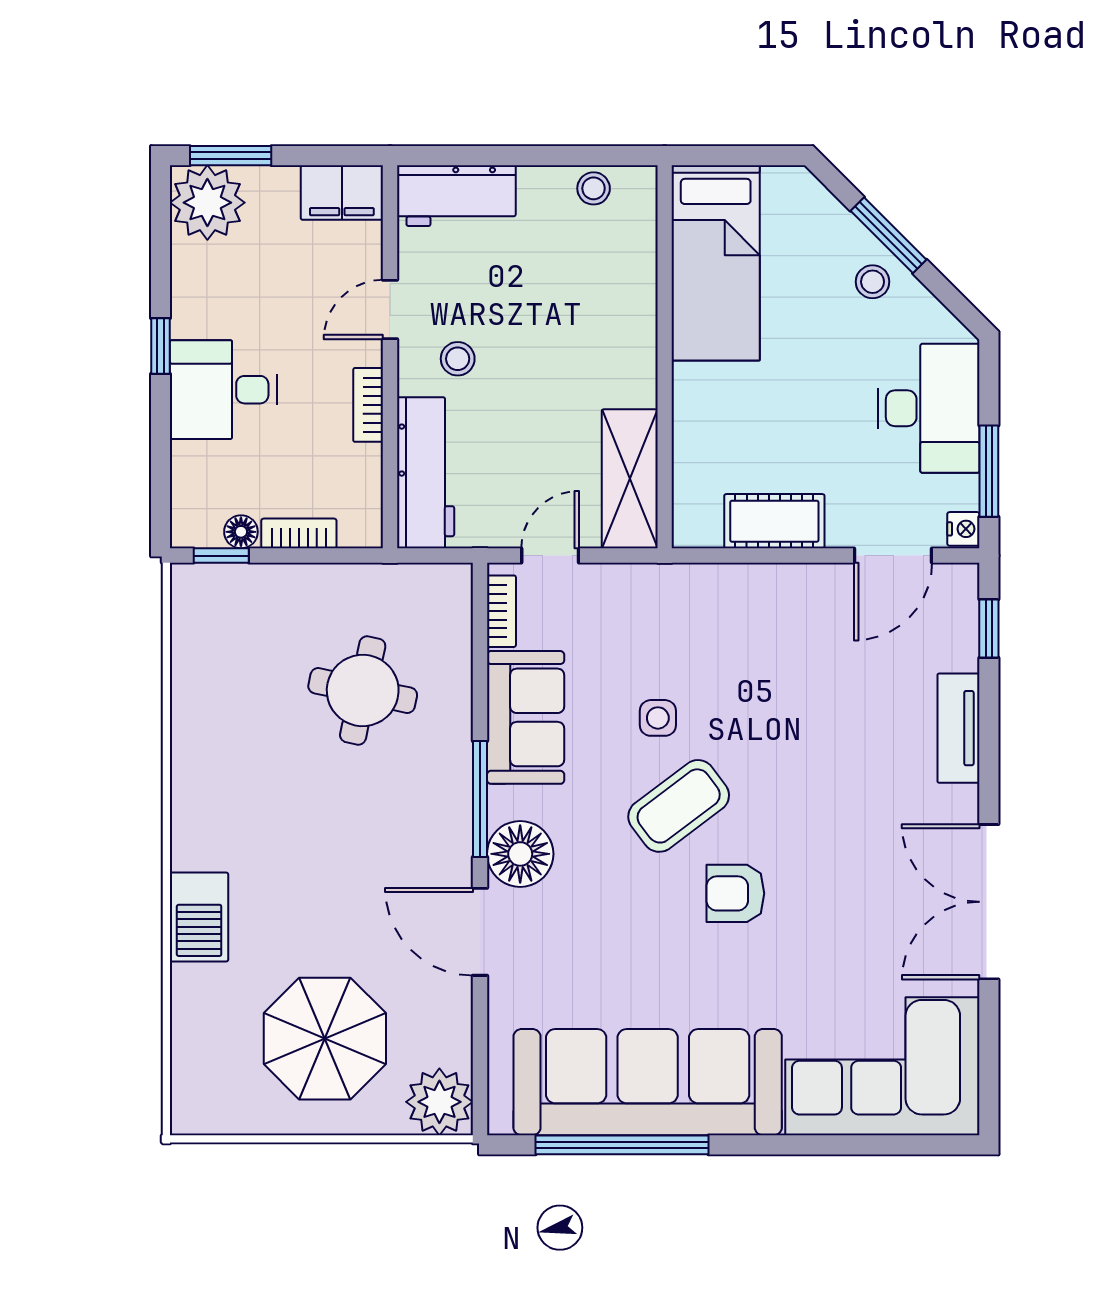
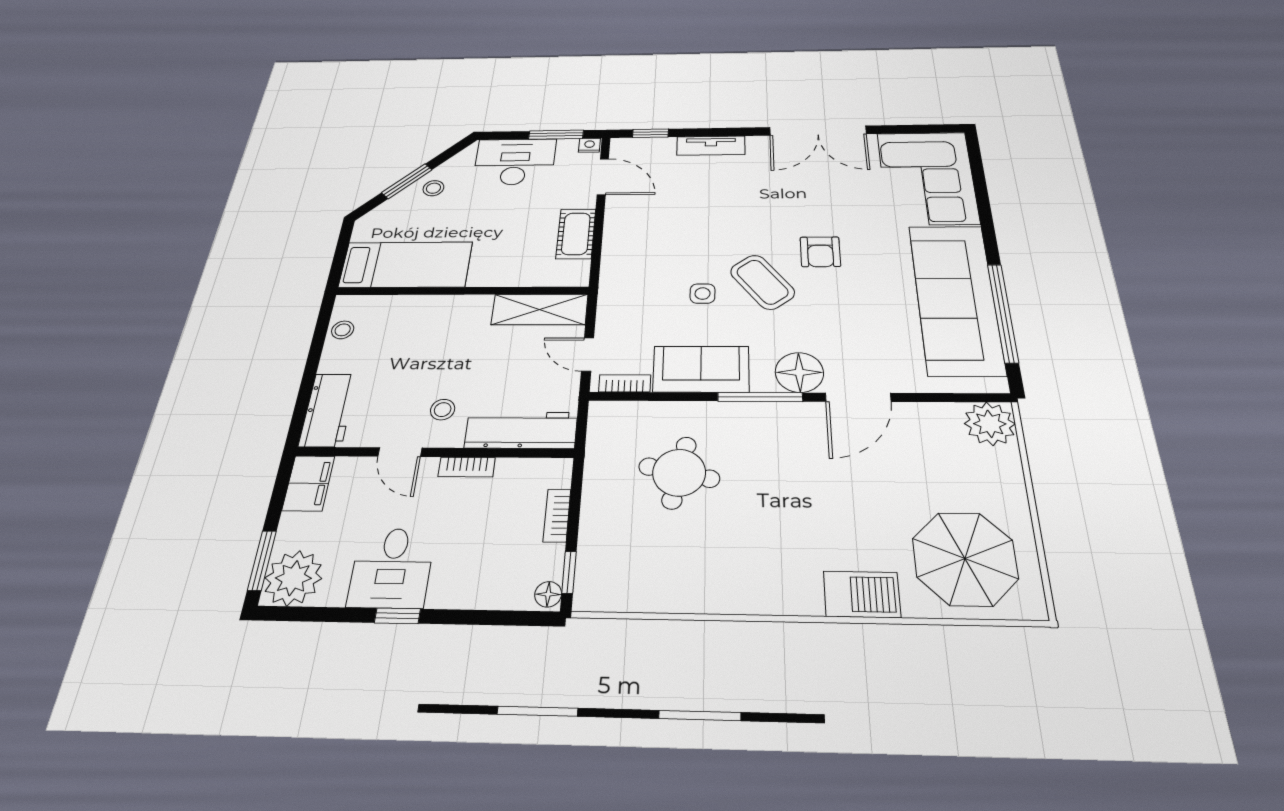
desk: (223, 390) -> (392, 568), moved
floor lamp: (241, 532) -> (548, 594), moved
parasol: (325, 1039) -> (965, 559), moved

